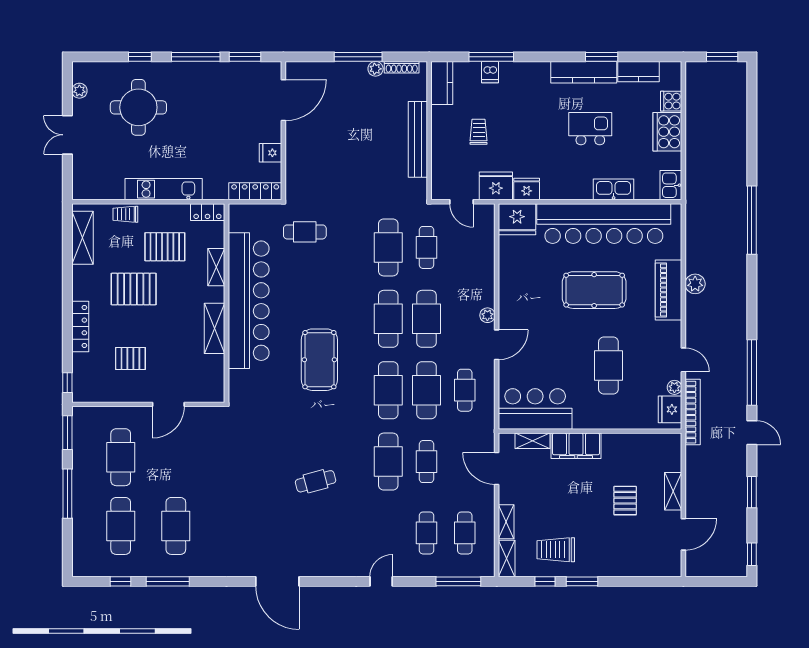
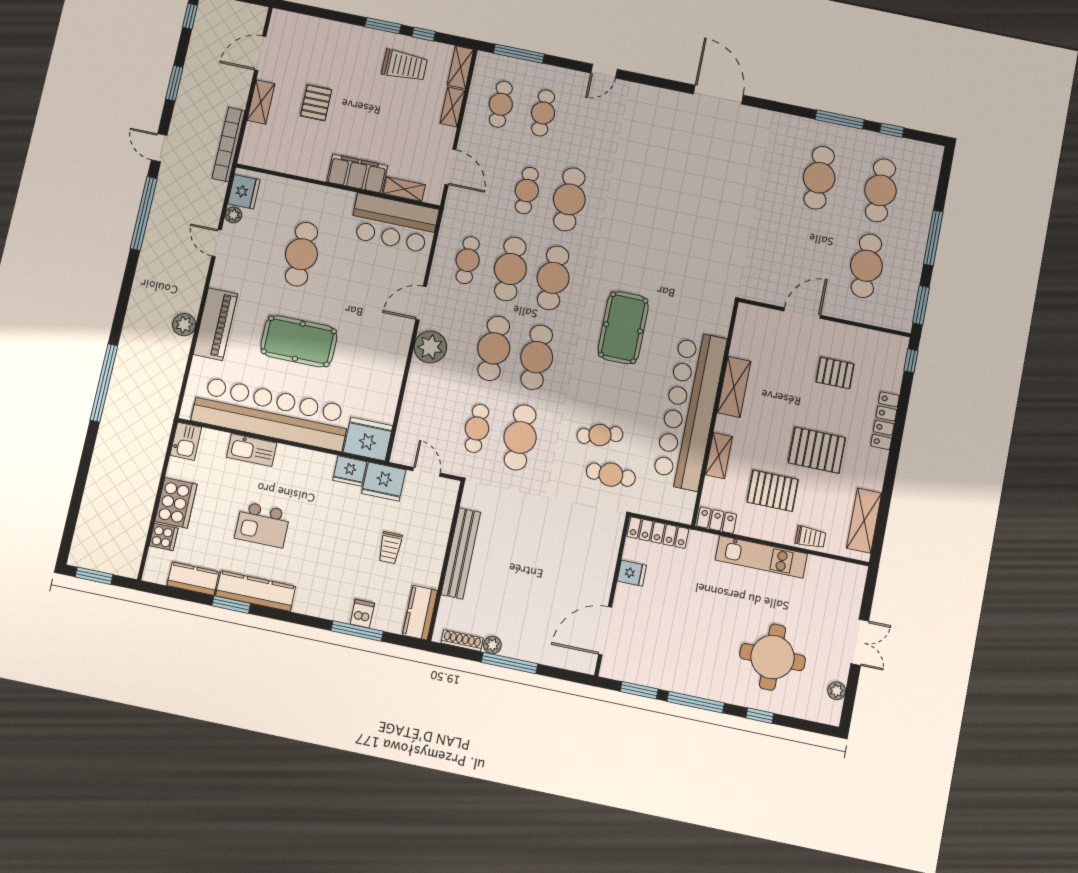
plant: (487, 315) -> (430, 347), width x1.87, depth x1.87
bookcase: (693, 412) -> (229, 145), moved
cafe table: (316, 481) -> (600, 435), moved

